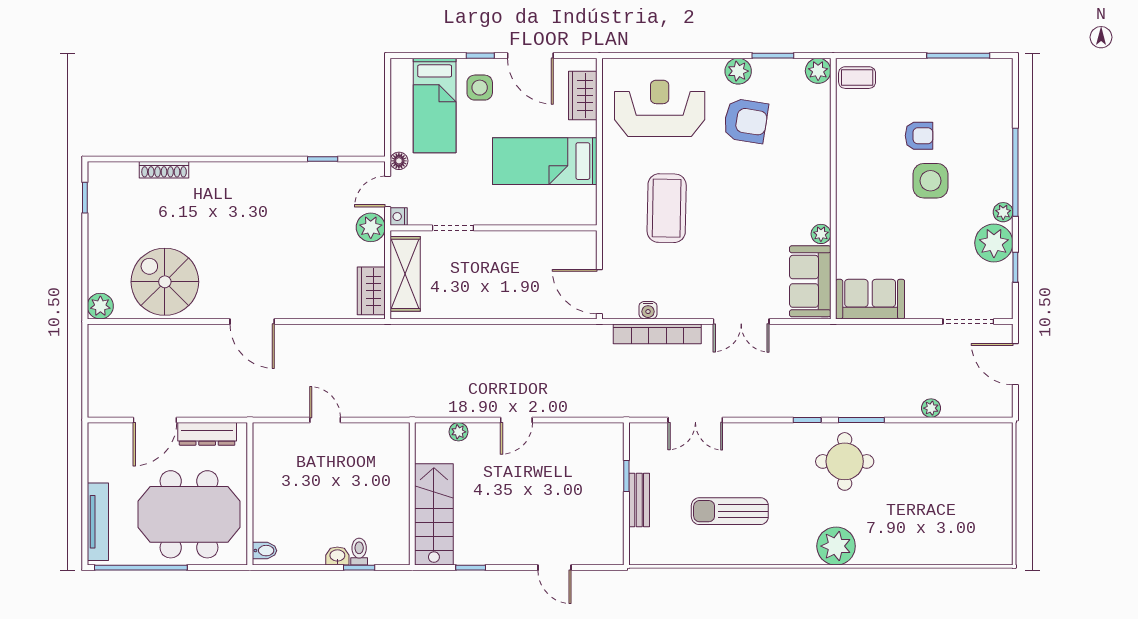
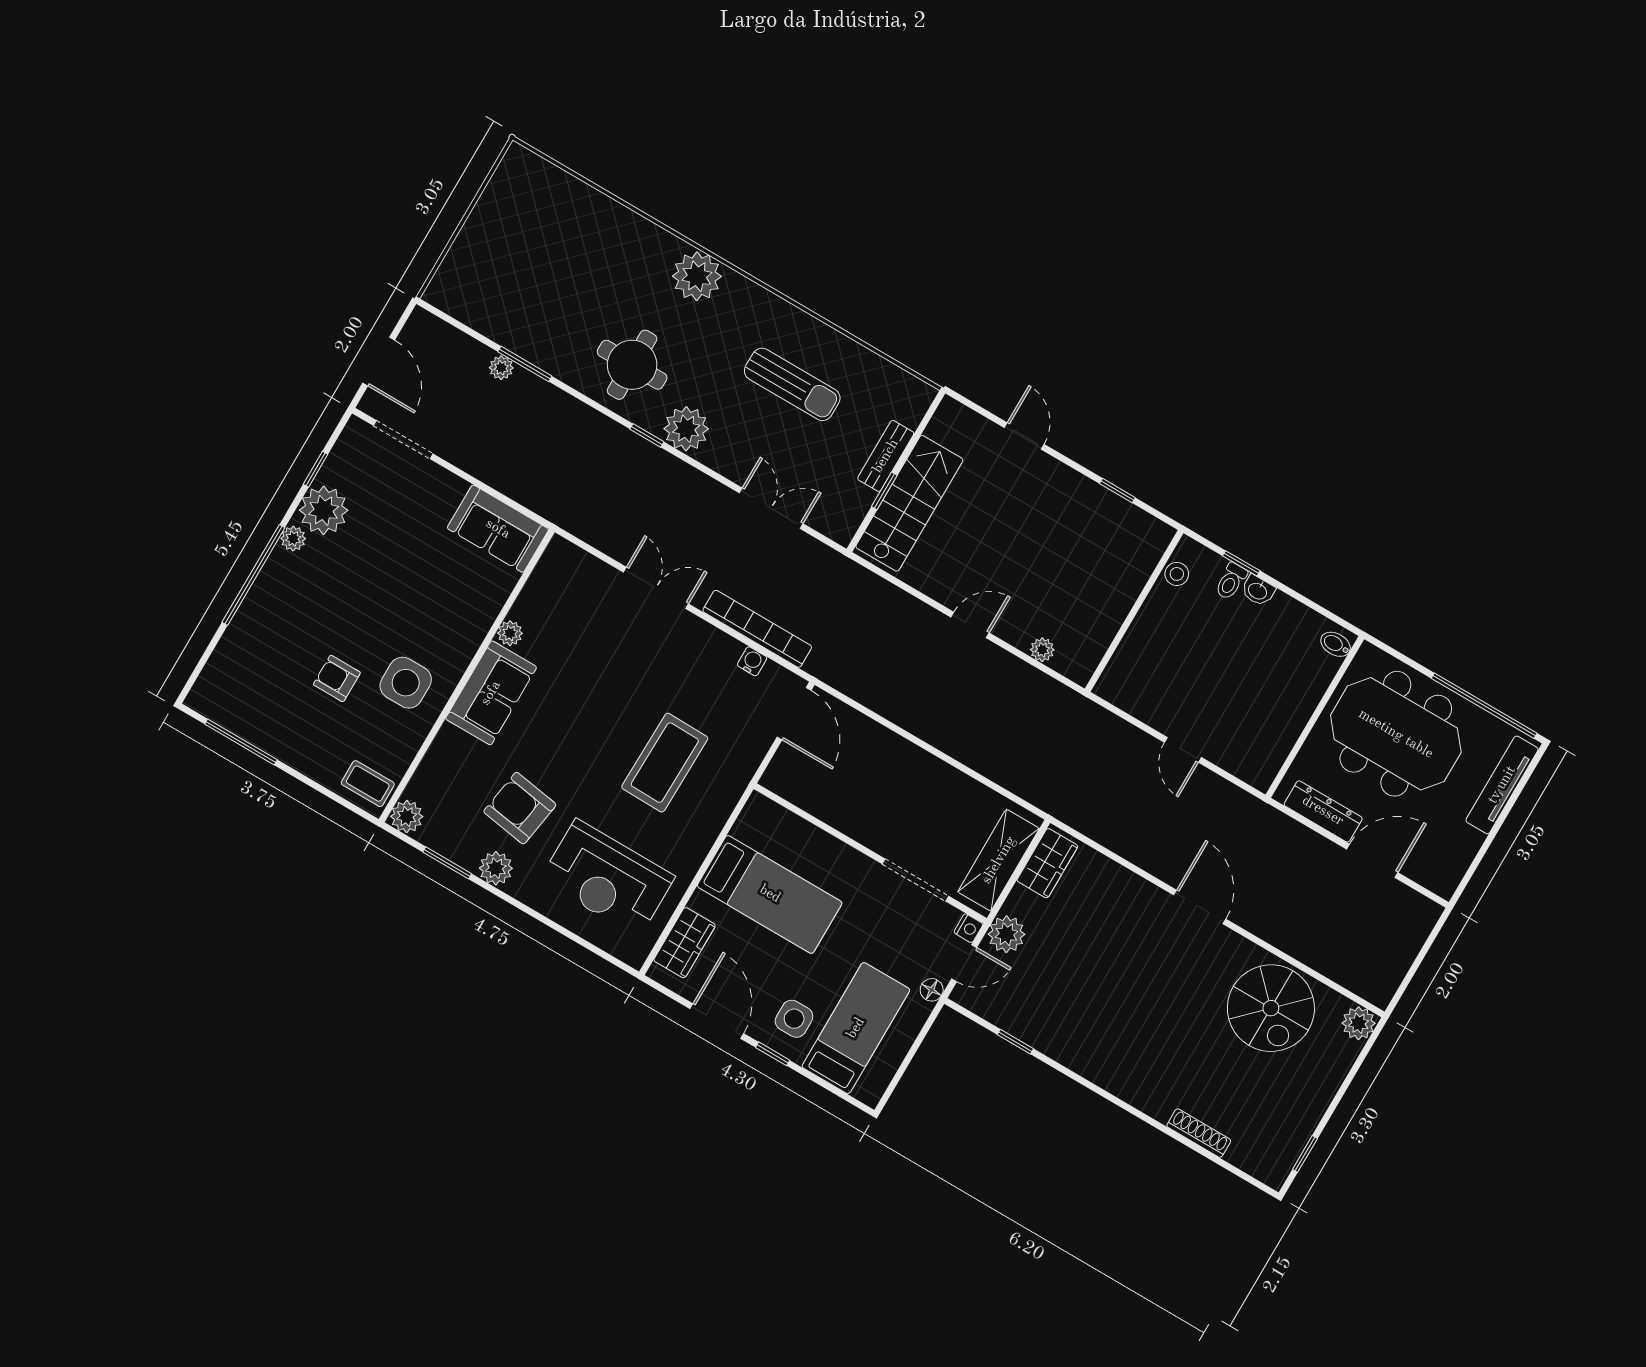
side table: (930, 181) -> (406, 683), moved
doorway: (453, 228) -> (915, 880), width x1.38
sofa: (810, 281) -> (491, 693), moved
window: (861, 420) -> (525, 364), moved
plant: (783, 440) -> (686, 429), added
stairs: (434, 514) -> (909, 503), moved, turned 180
stool: (398, 535) -> (1177, 574), added

